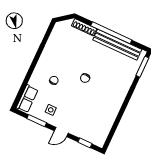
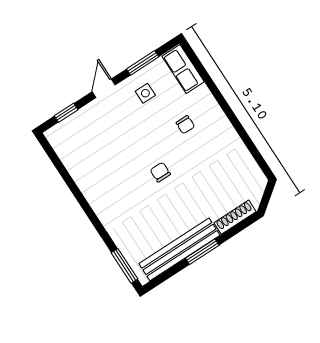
window: (111, 33) -> (202, 252), width x0.47

